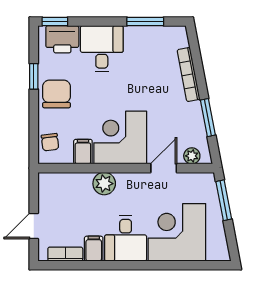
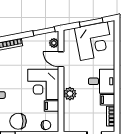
window: (208, 118) -> (44, 31), moved
window: (224, 200) -> (91, 22), moved
corner desk: (177, 232) -> (94, 41), moved, turned -101

